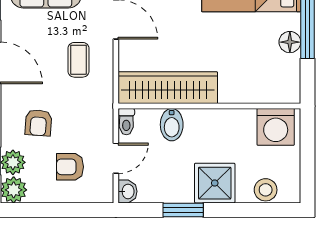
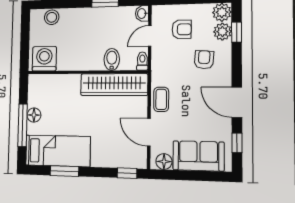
coffee table: (78, 60) -> (161, 99), moved
shower: (215, 183) -> (84, 21), removed

